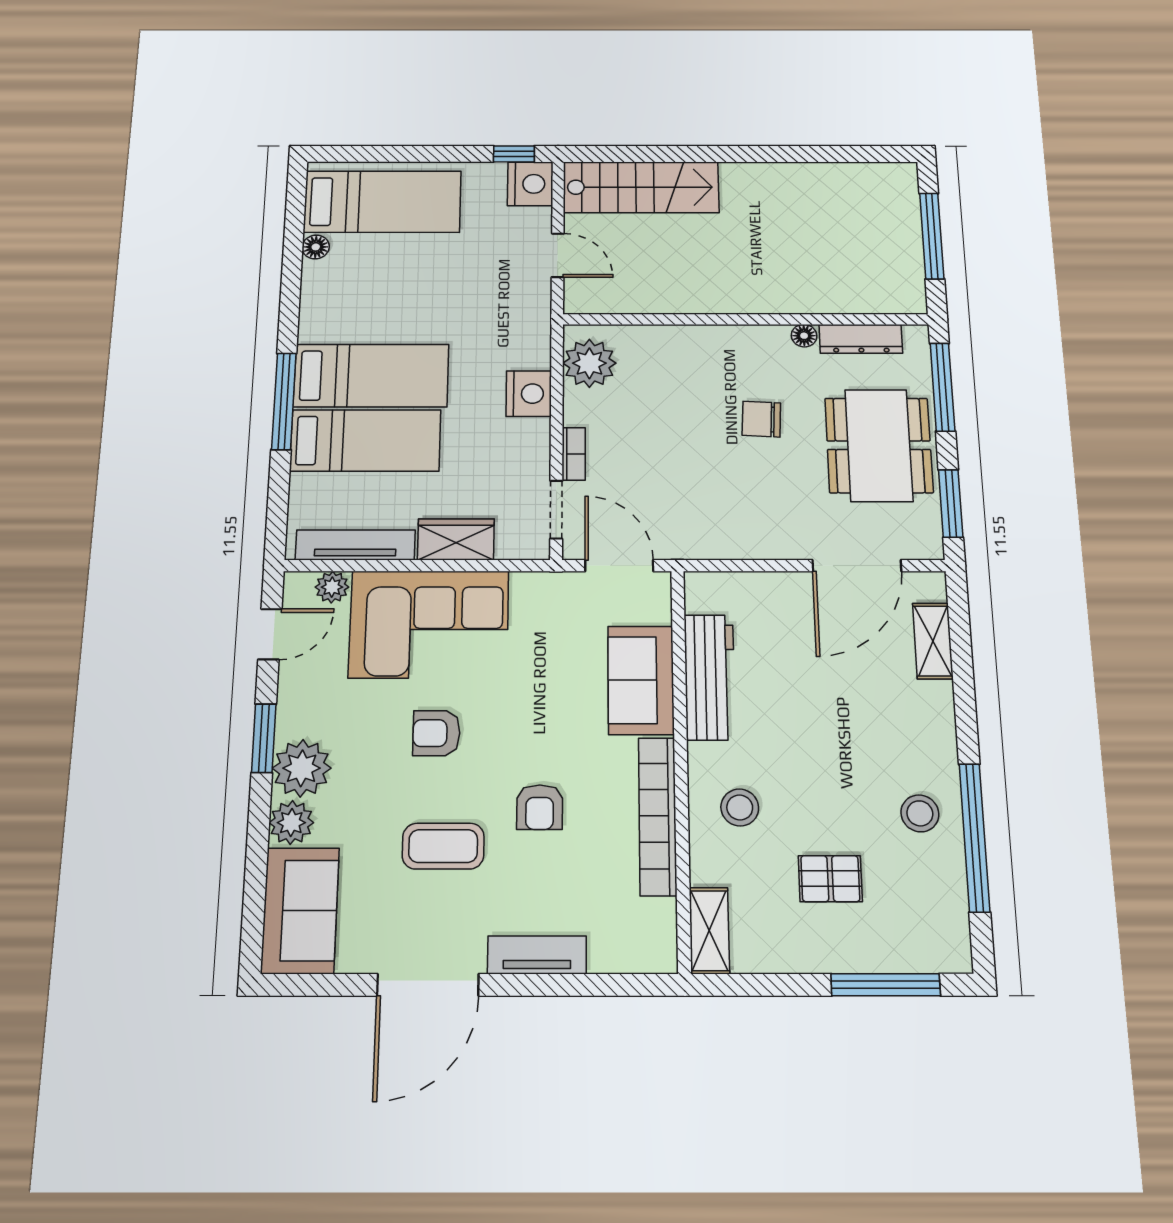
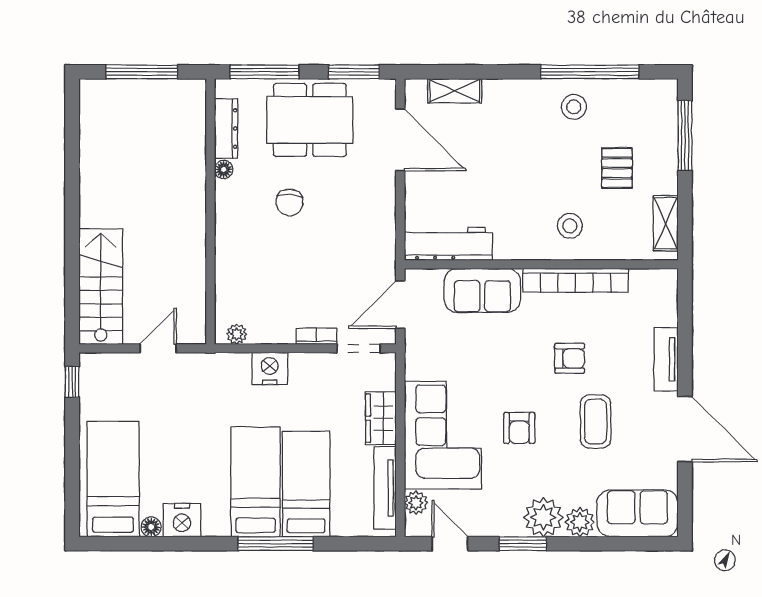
nightstand: (530, 184) -> (182, 520), moved, turned 180
plant: (589, 363) -> (237, 334), width x0.53, depth x0.53
workbench: (710, 677) -> (448, 244), moved
shelving: (709, 931) -> (666, 223), moved, turned 90

